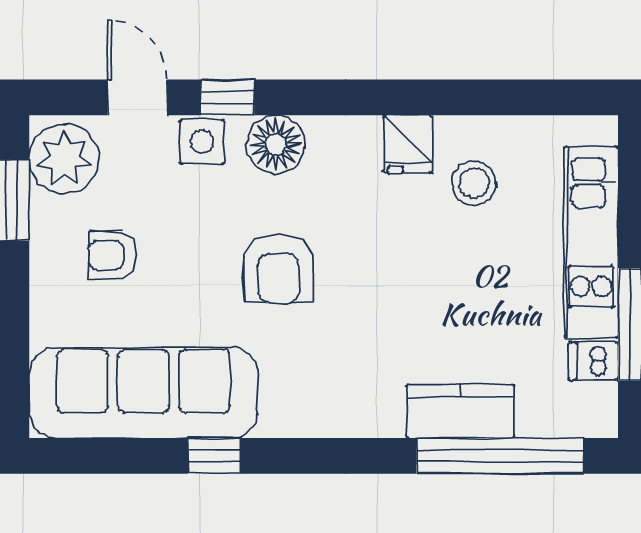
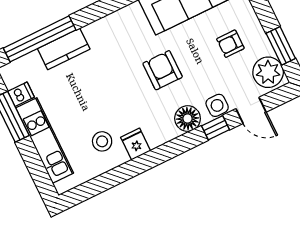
armchair: (113, 255) -> (230, 44), turned 180

